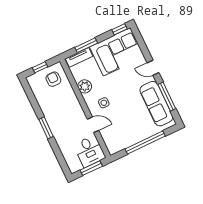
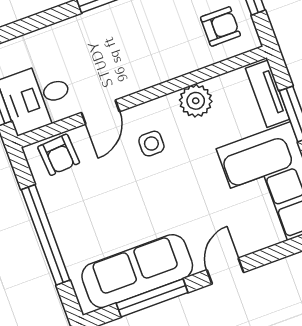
armchair: (112, 140) -> (59, 155), added

